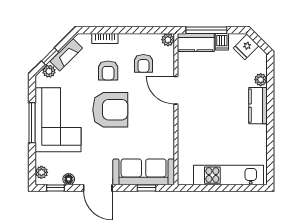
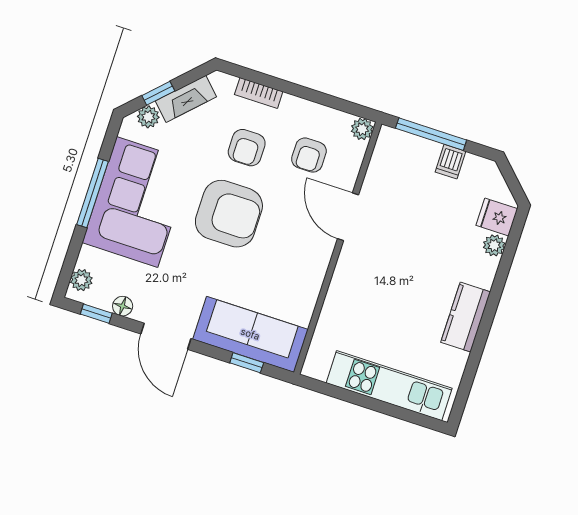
kitchen counter: (196, 43) -> (407, 149), removed
fridge: (246, 47) -> (497, 217), moved, turned 45
kitchen counter: (258, 106) -> (466, 317), moved

